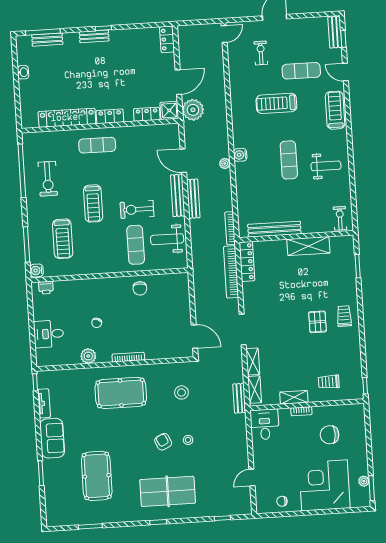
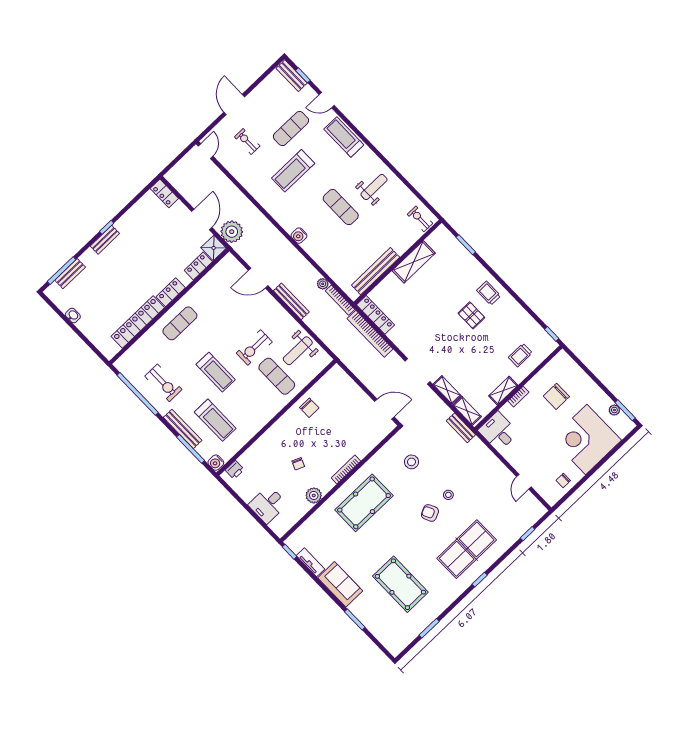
plant: (225, 163) -> (323, 284), moved
bench: (178, 195) -> (183, 429), moved

